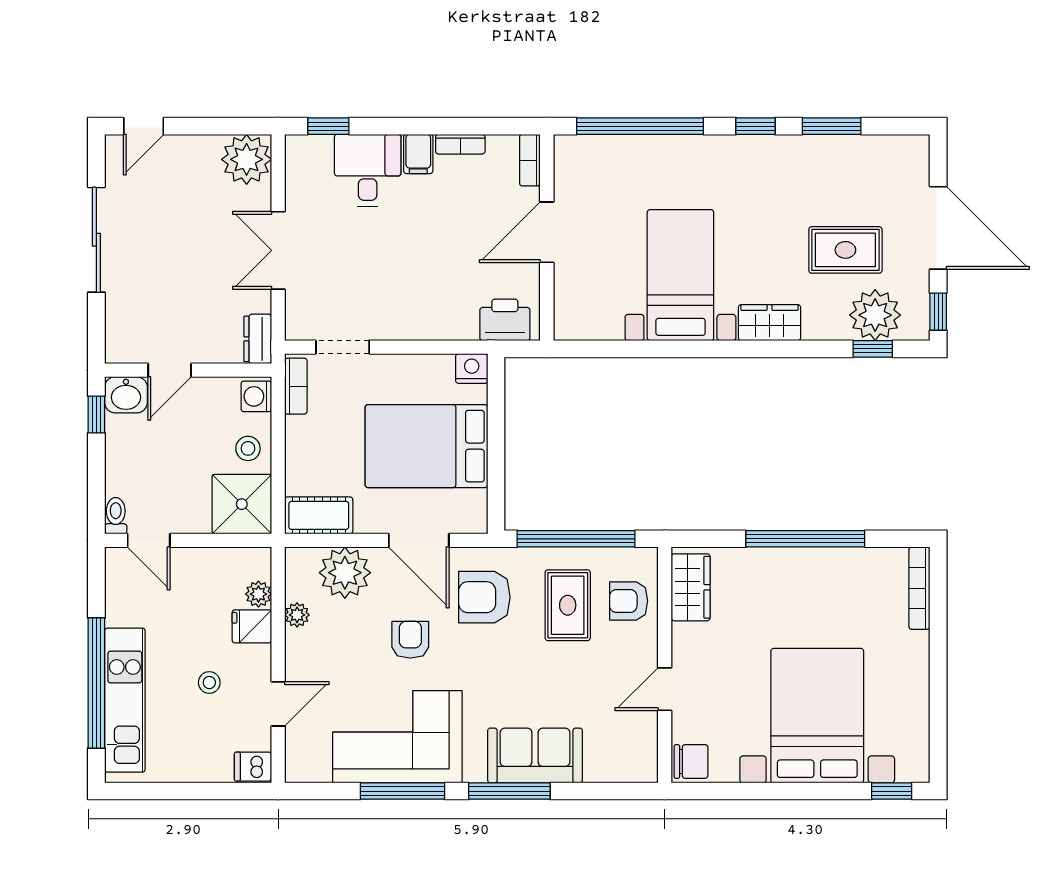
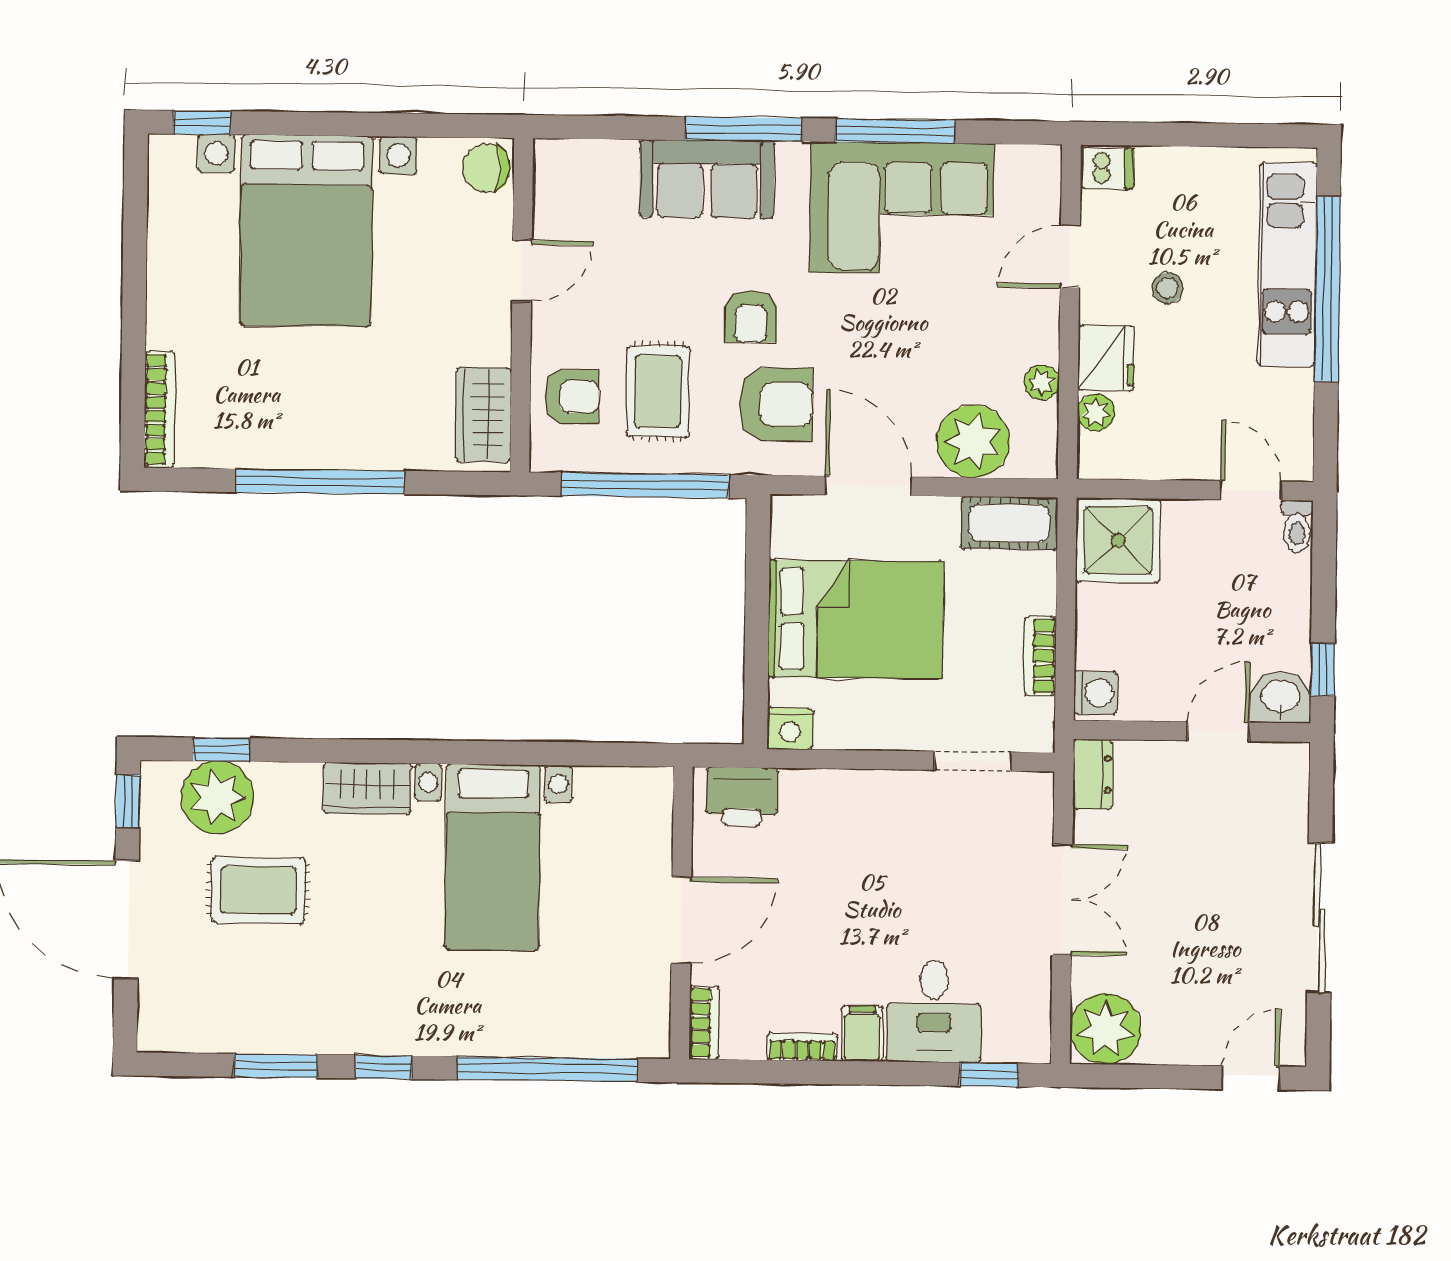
bookcase: (296, 386) -> (1040, 656), moved
stool: (248, 448) -> (1108, 619), removed
fridge: (252, 626) -> (1106, 358), width x1.38
armchair: (410, 640) -> (751, 317), moved

